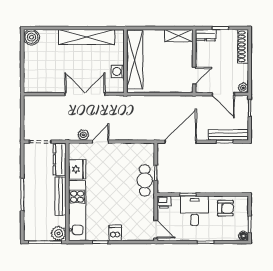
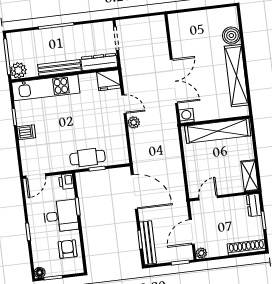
boiler: (31, 37) -> (231, 36), moved
washing machine: (118, 71) -> (186, 116), moved
door: (194, 76) -> (208, 198), swing flipped
plant: (83, 135) -> (134, 122), moved
fridge: (77, 169) -> (109, 80), moved
armchair: (225, 208) -> (68, 249), turned 180

